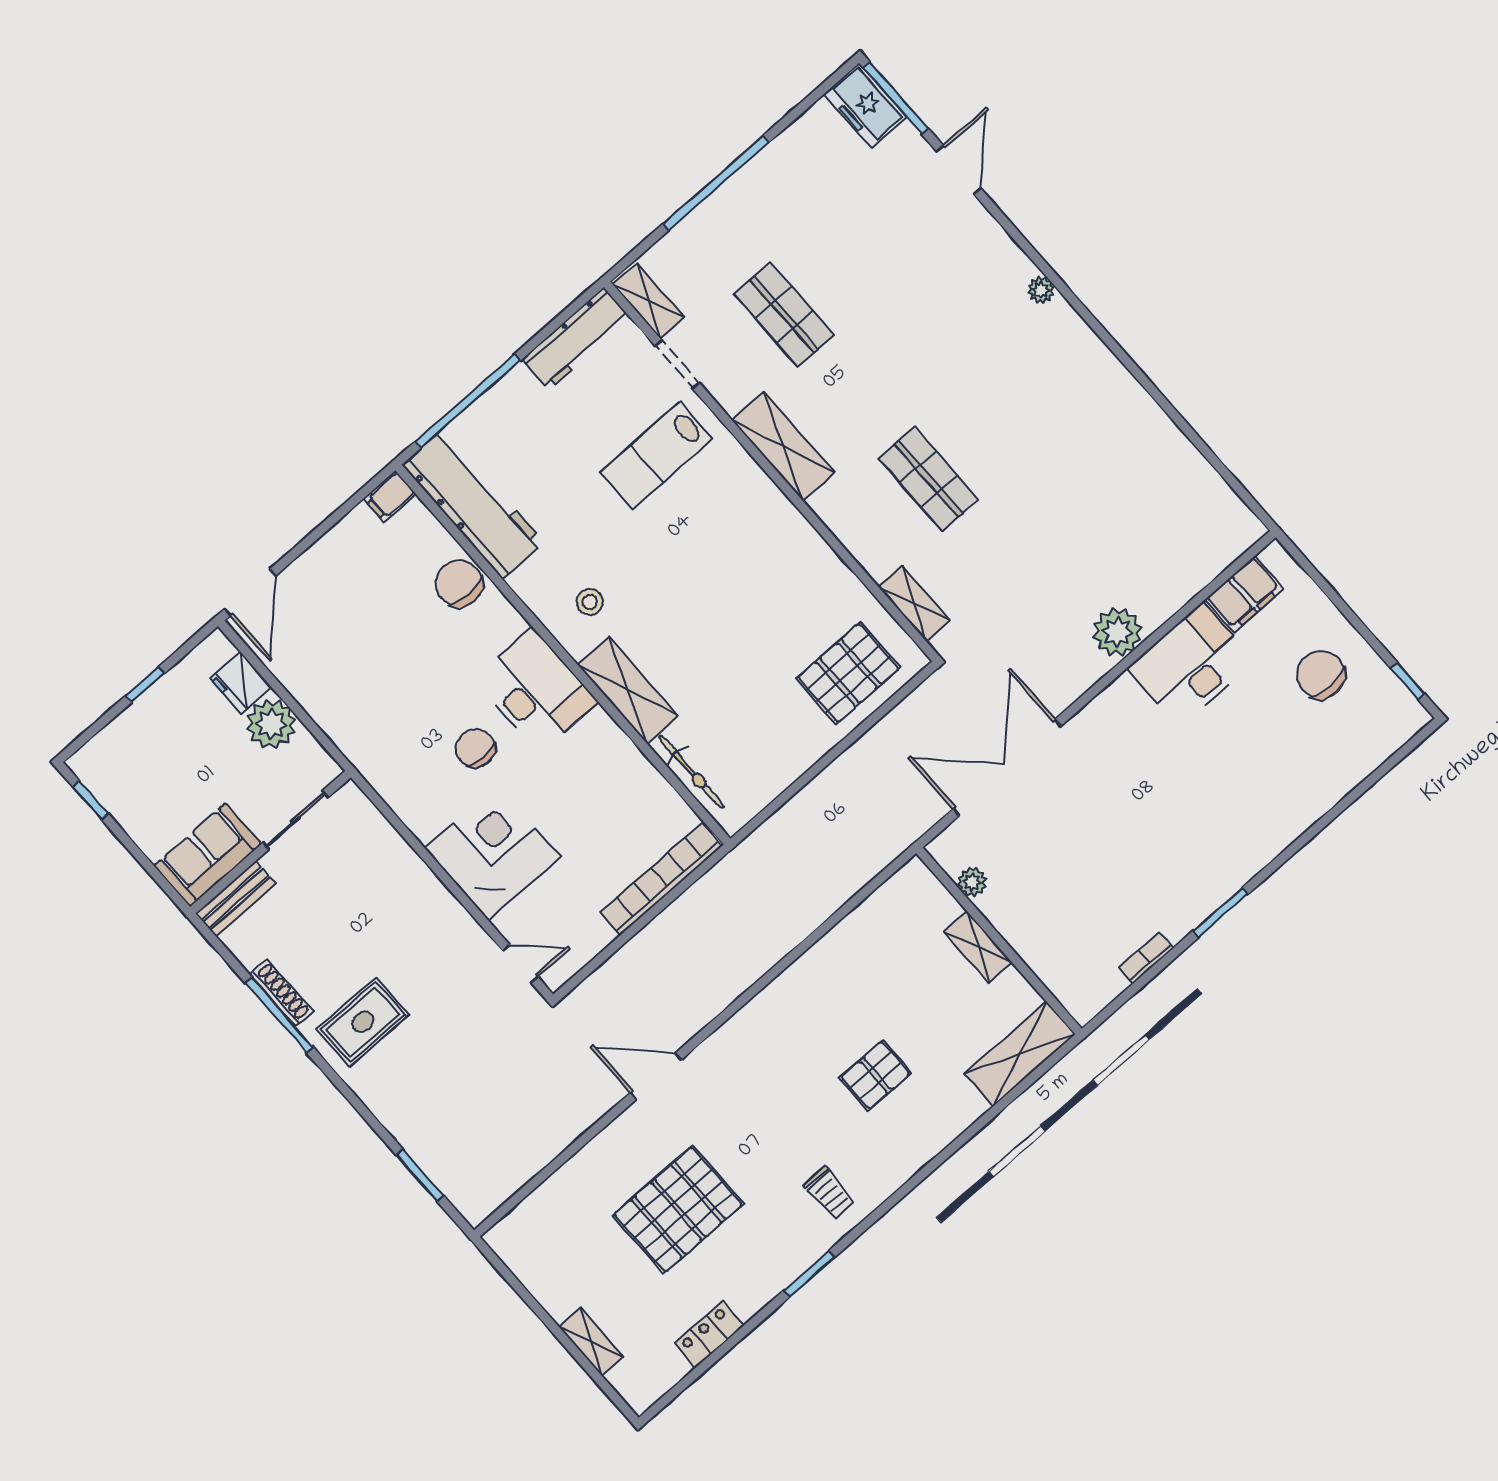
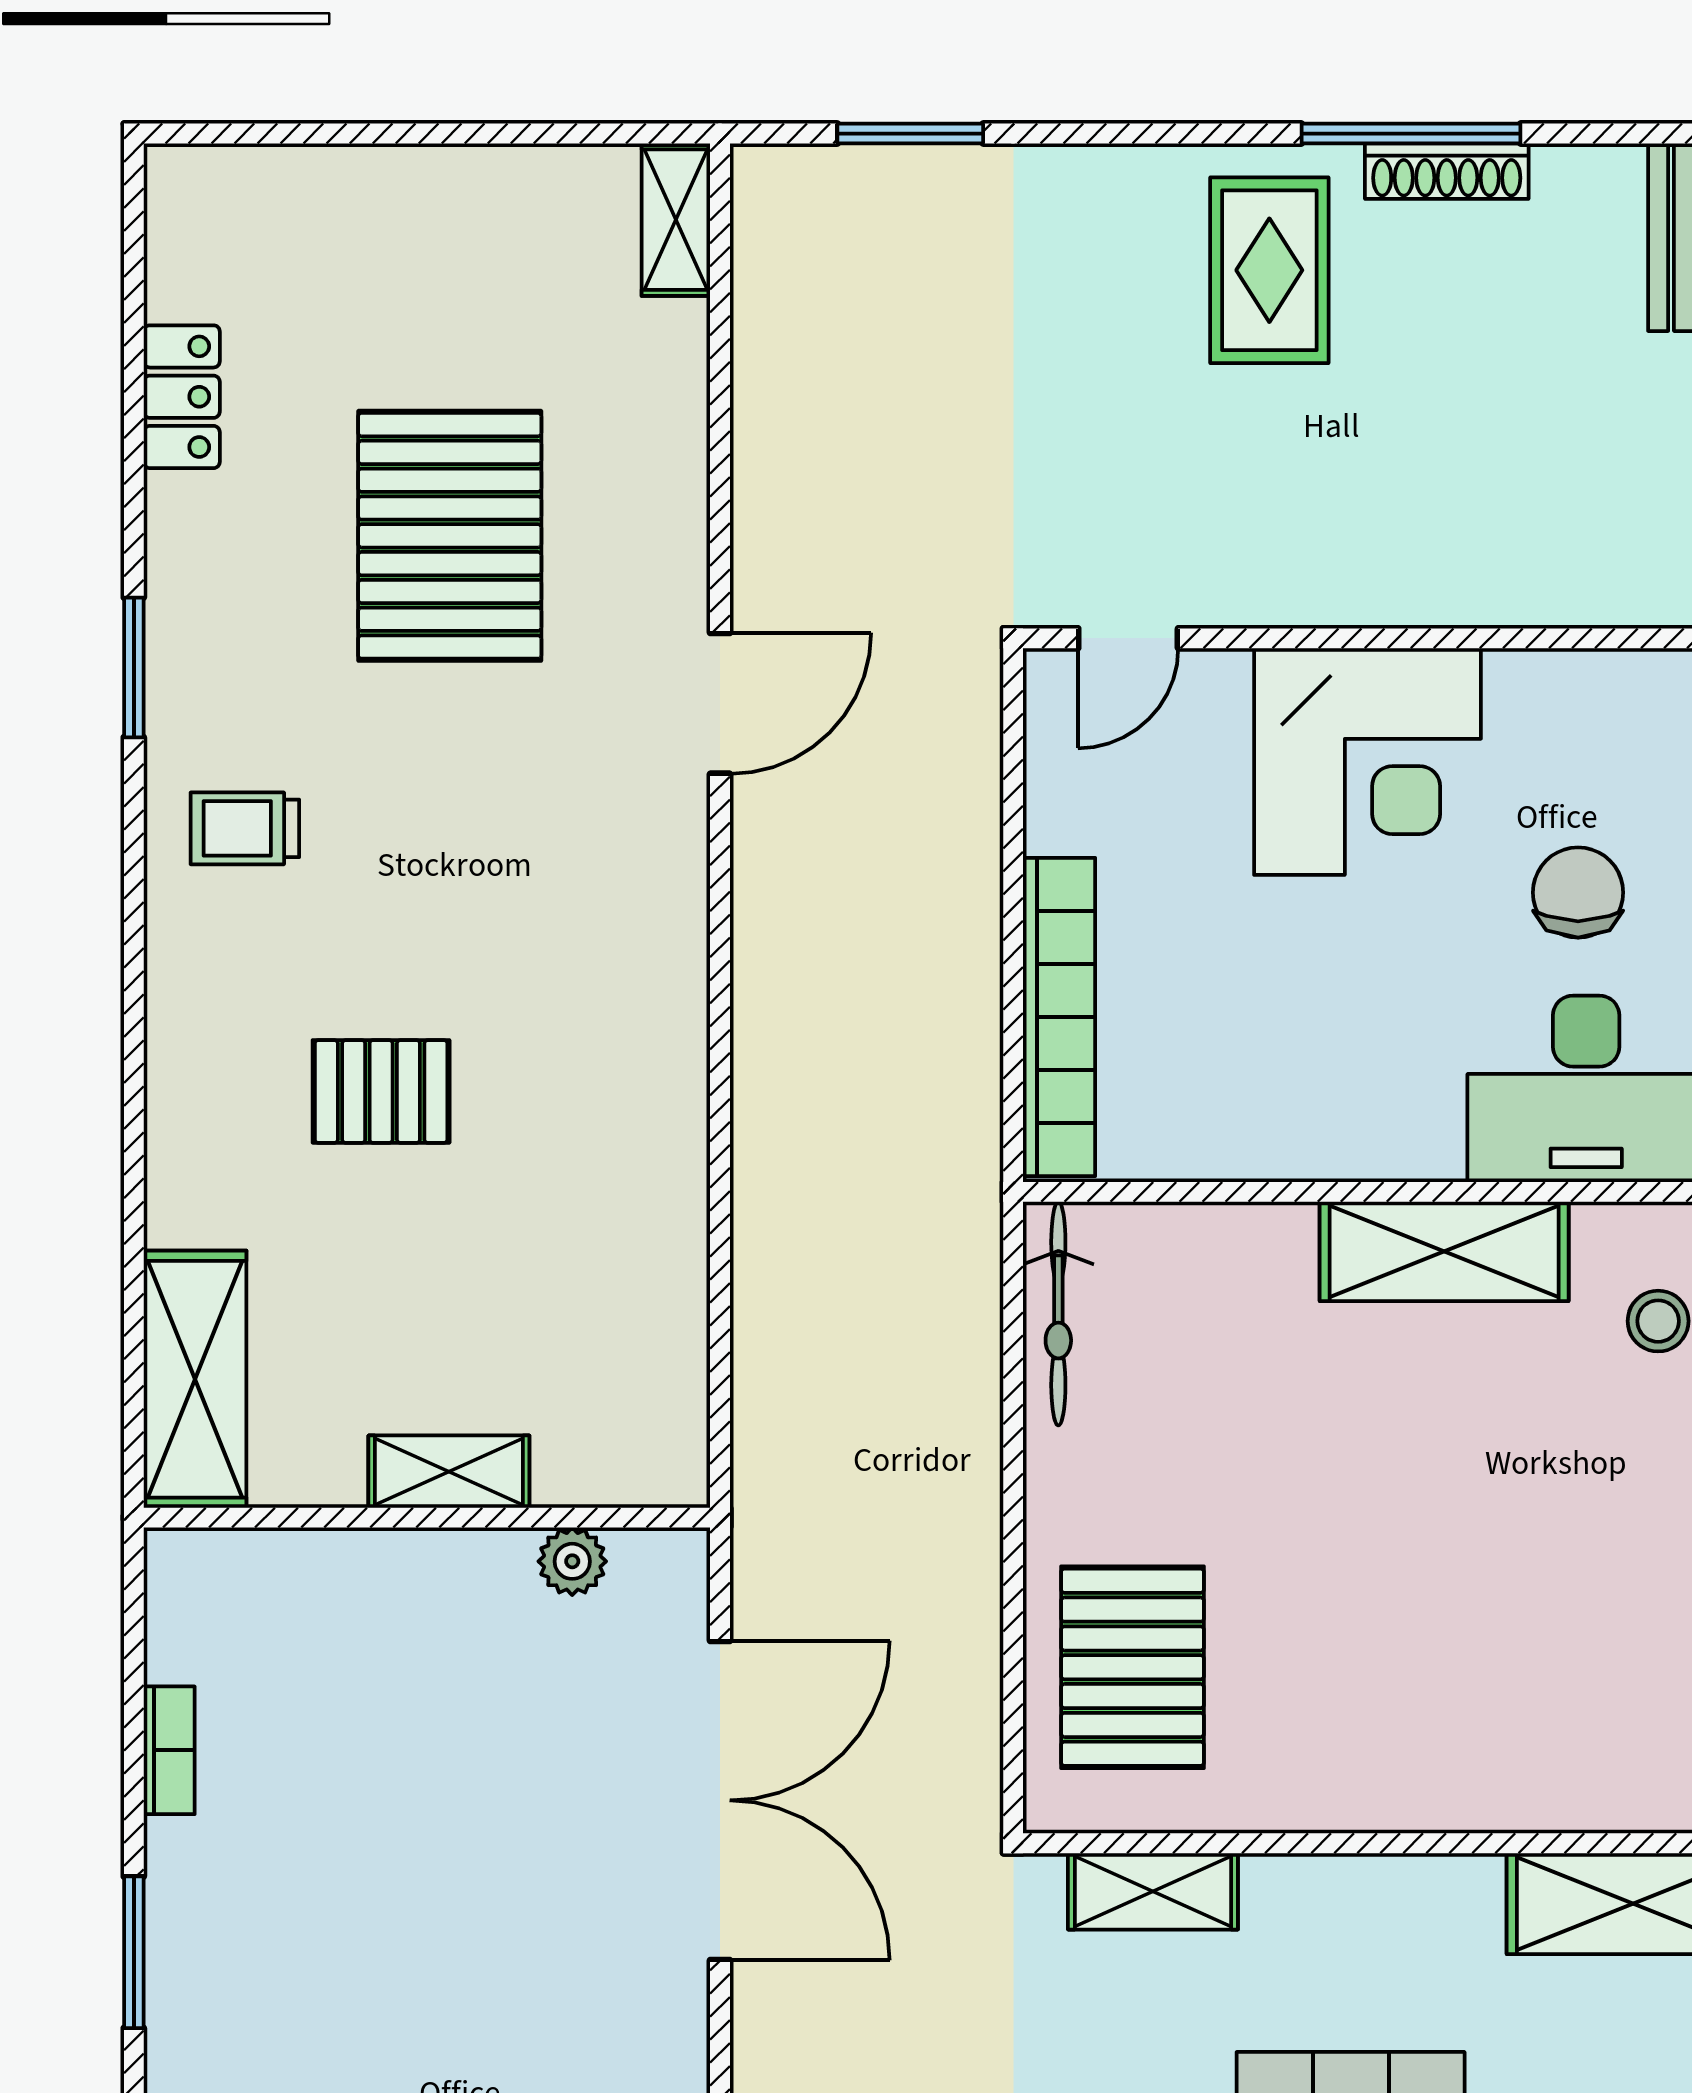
chair: (475, 748) -> (1578, 893), turned -90
bicycle: (691, 772) -> (1058, 1314), moved, turned -90
pallet: (875, 1075) -> (381, 1091), turned 90
shelving: (591, 1342) -> (676, 220), moved, turned 90

